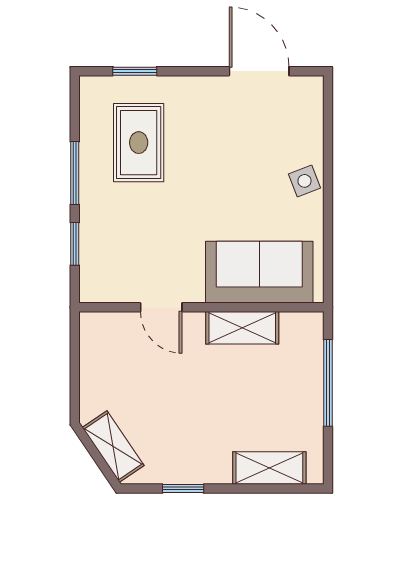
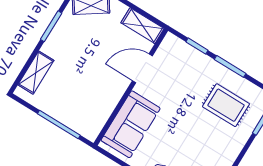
door: (161, 307) -> (142, 68), width x1.38
shelving: (242, 328) -> (142, 26), moved, turned 90
window: (183, 489) -> (51, 26), width x1.50

